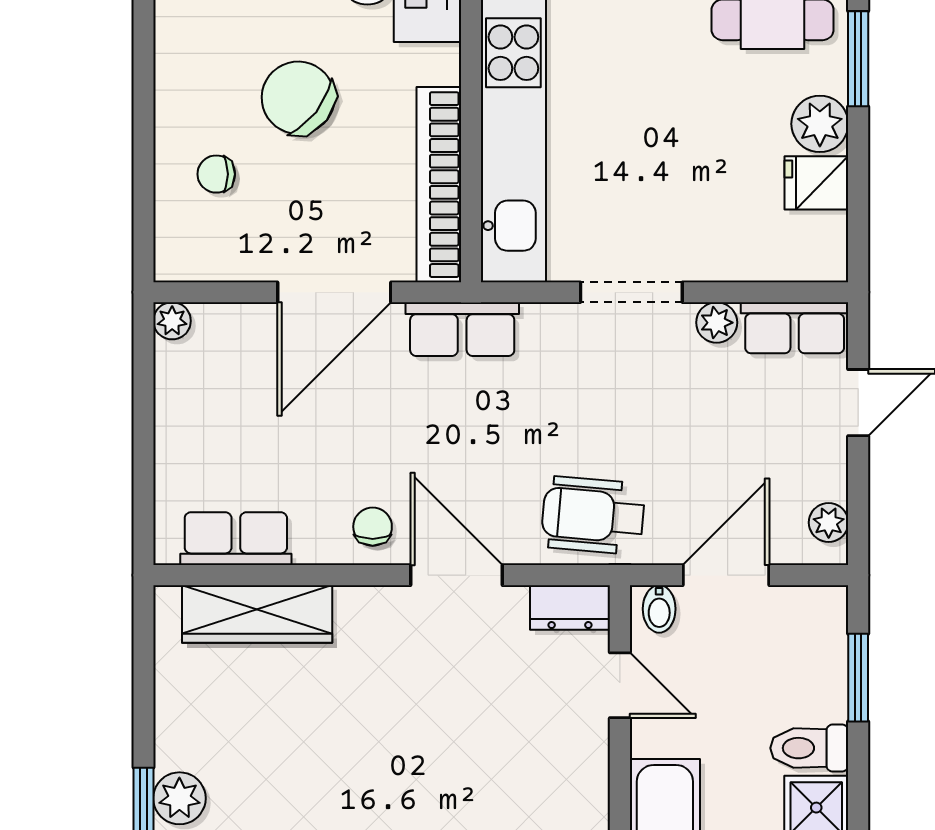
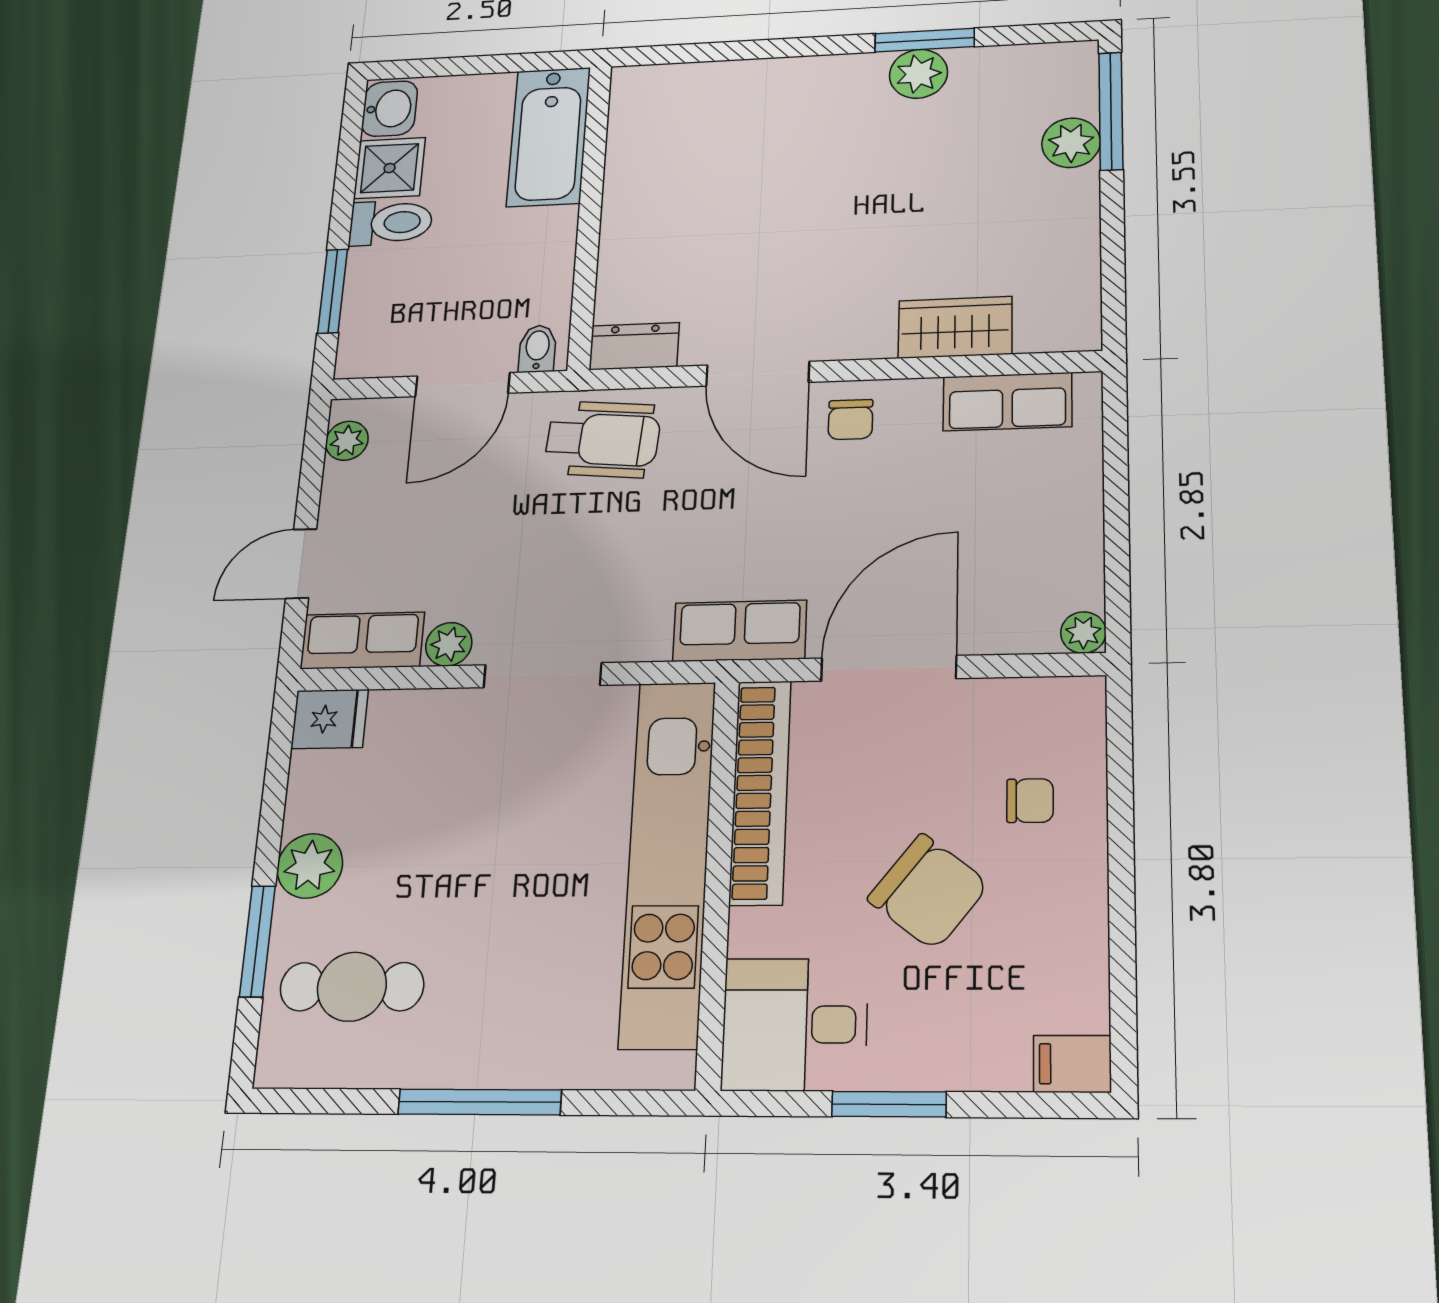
fridge: (816, 183) -> (330, 719), moved
wardrobe: (257, 614) -> (955, 327), width x0.67
door: (620, 685) -> (585, 273), removed

